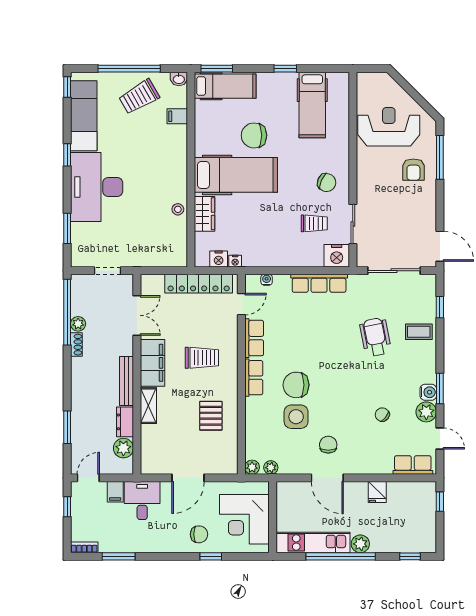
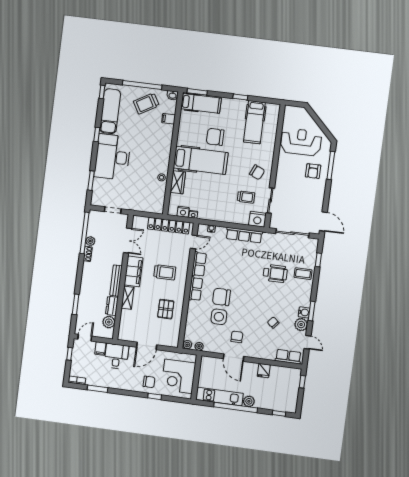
wheelchair: (375, 337) -> (275, 273), turned 101

